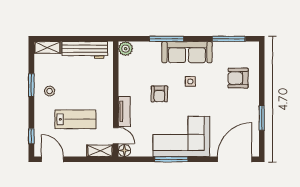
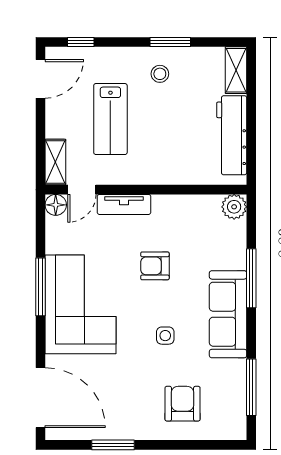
side table: (190, 81) -> (165, 336), moved

